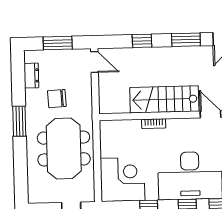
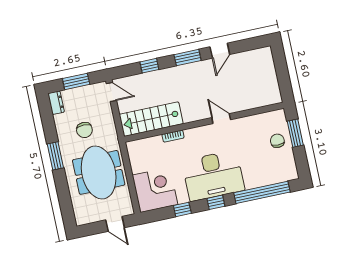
dresser: (31, 76) -> (56, 103), moved
chair: (57, 99) -> (84, 130), turned -87
stairs: (164, 99) -> (151, 119), moved

